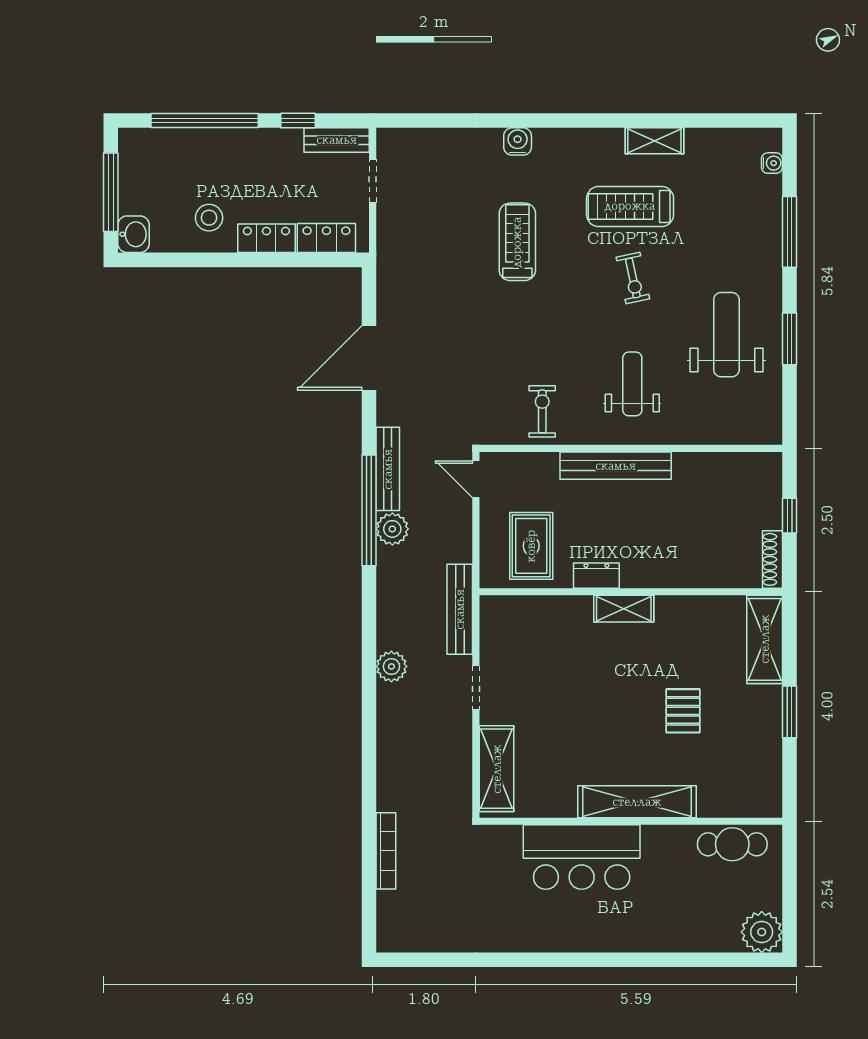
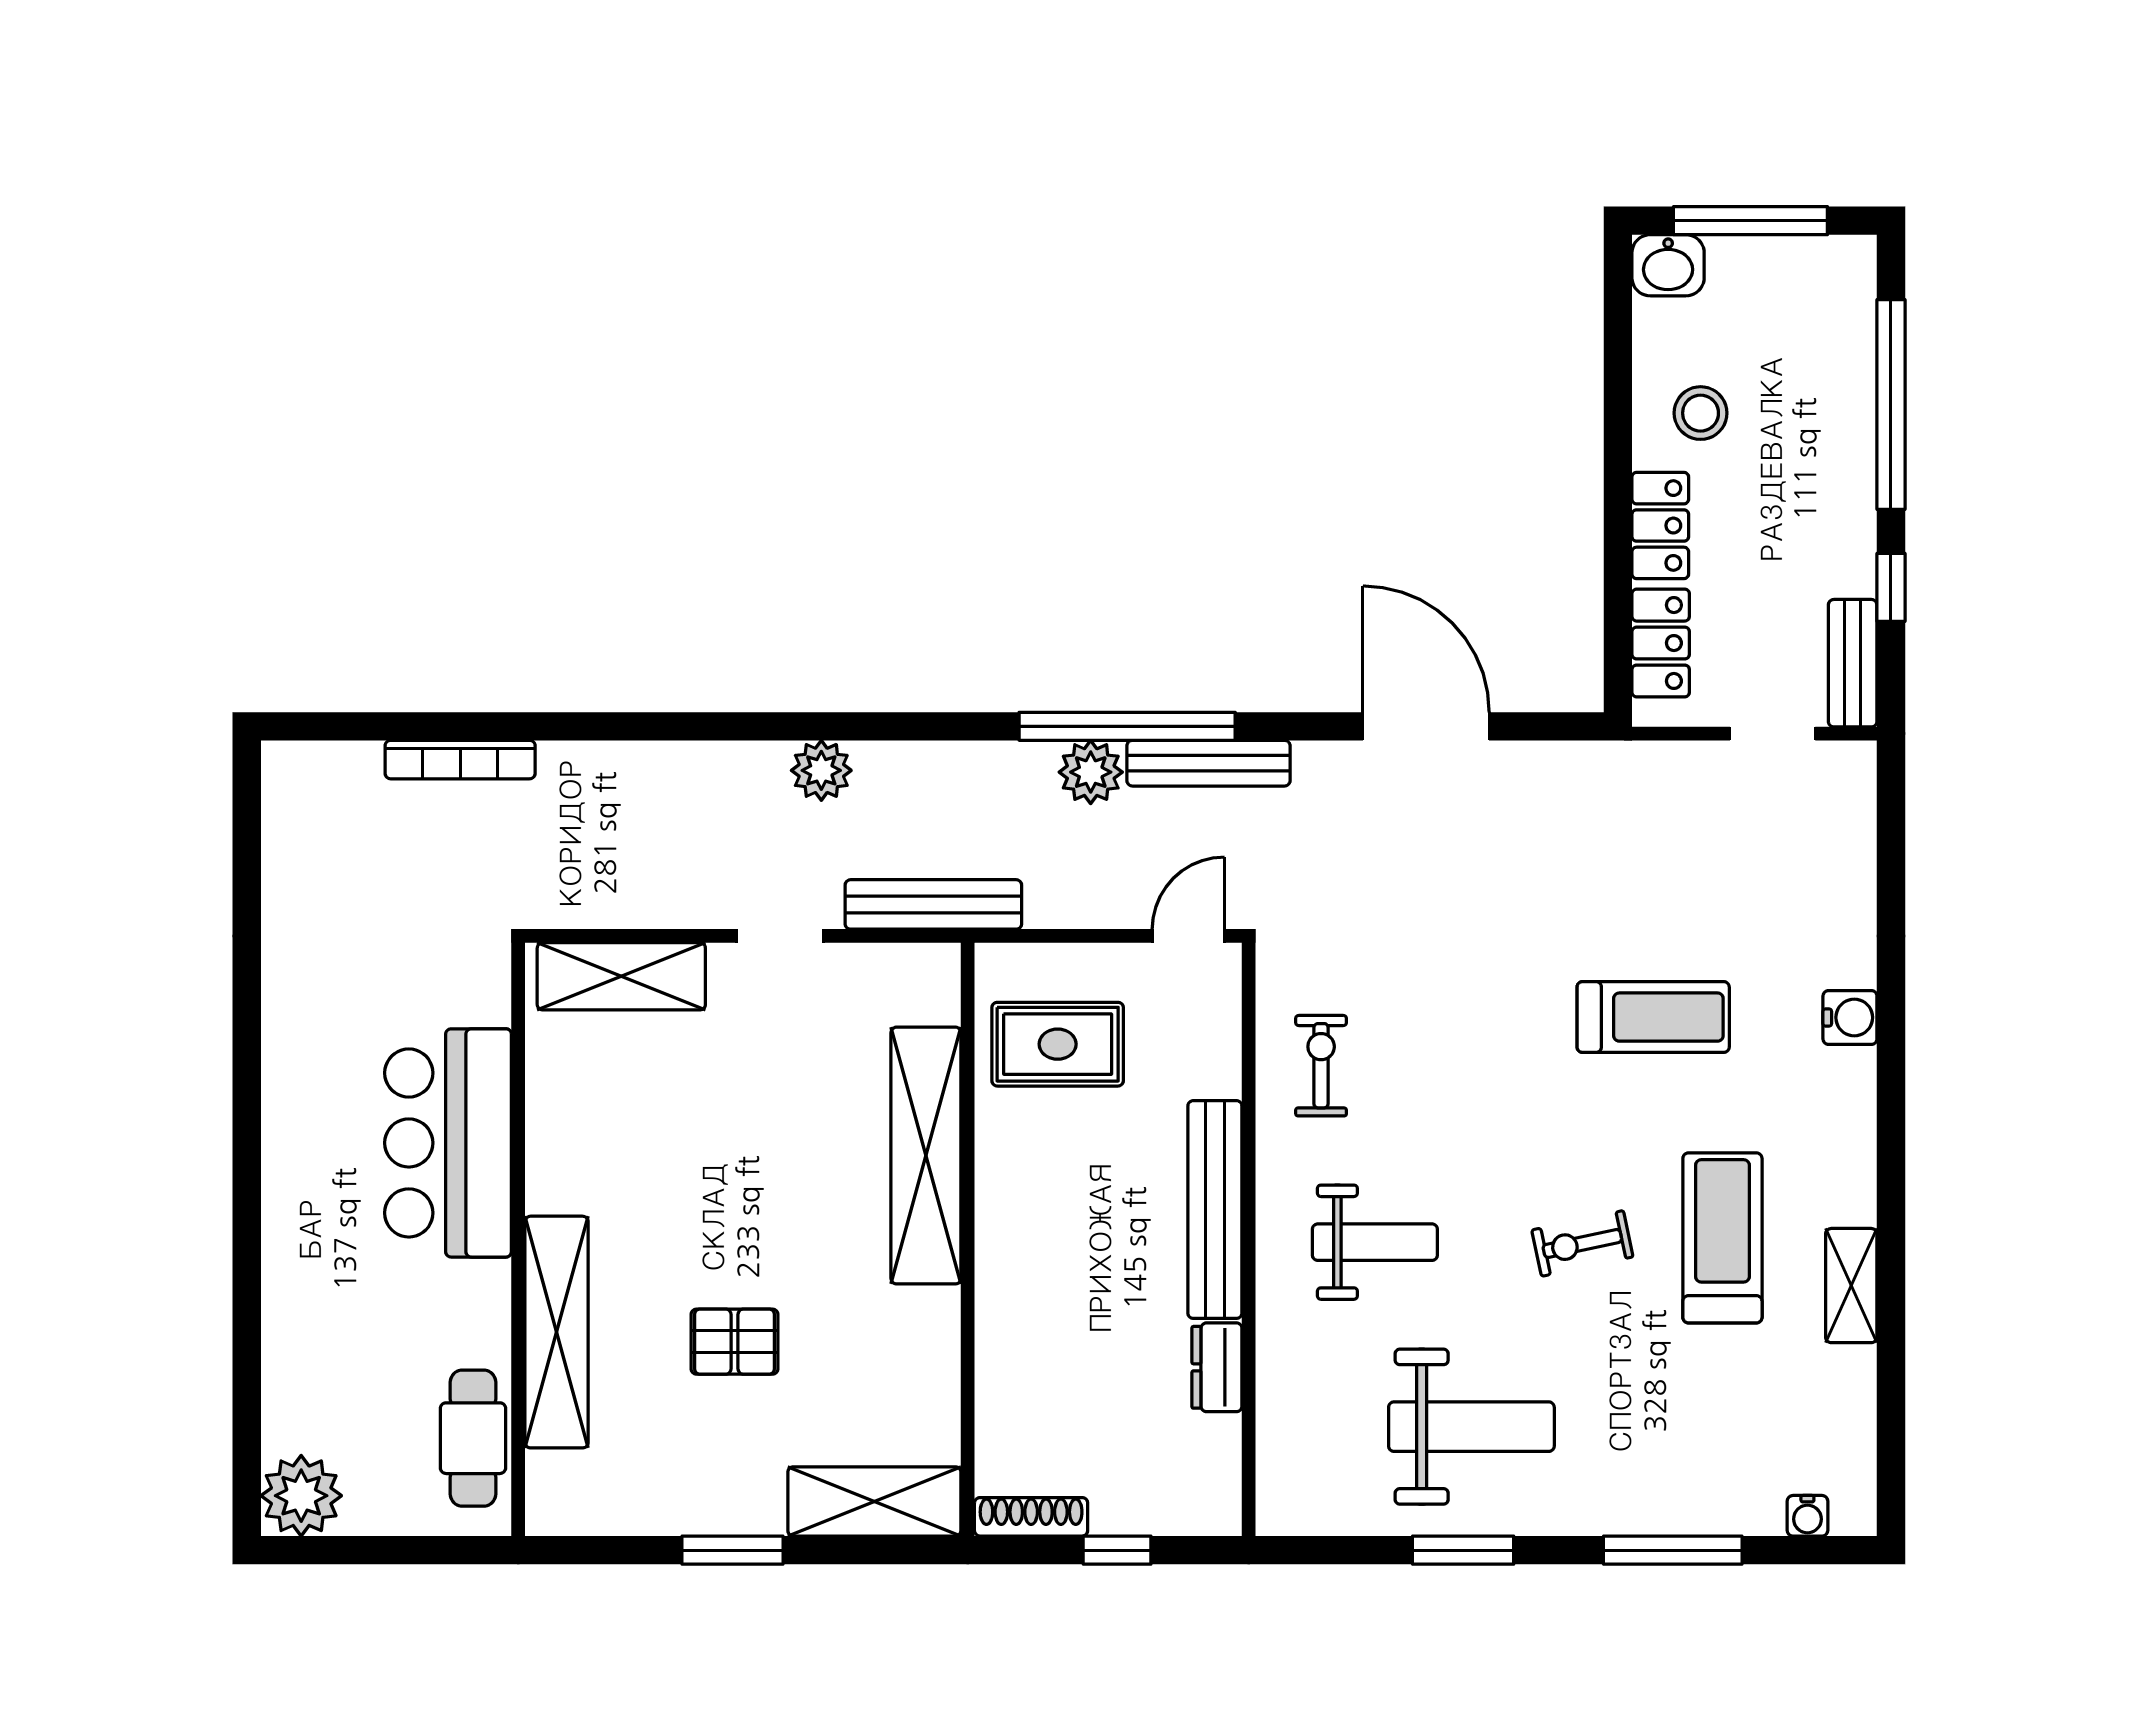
exercise bike: (542, 411) -> (1321, 1066), turned -90
dresser: (596, 576) -> (1217, 1367), moved, turned 180
shelving: (624, 609) -> (926, 1156), width x2.20, depth x1.33
shelving: (637, 802) -> (557, 1332), moved

